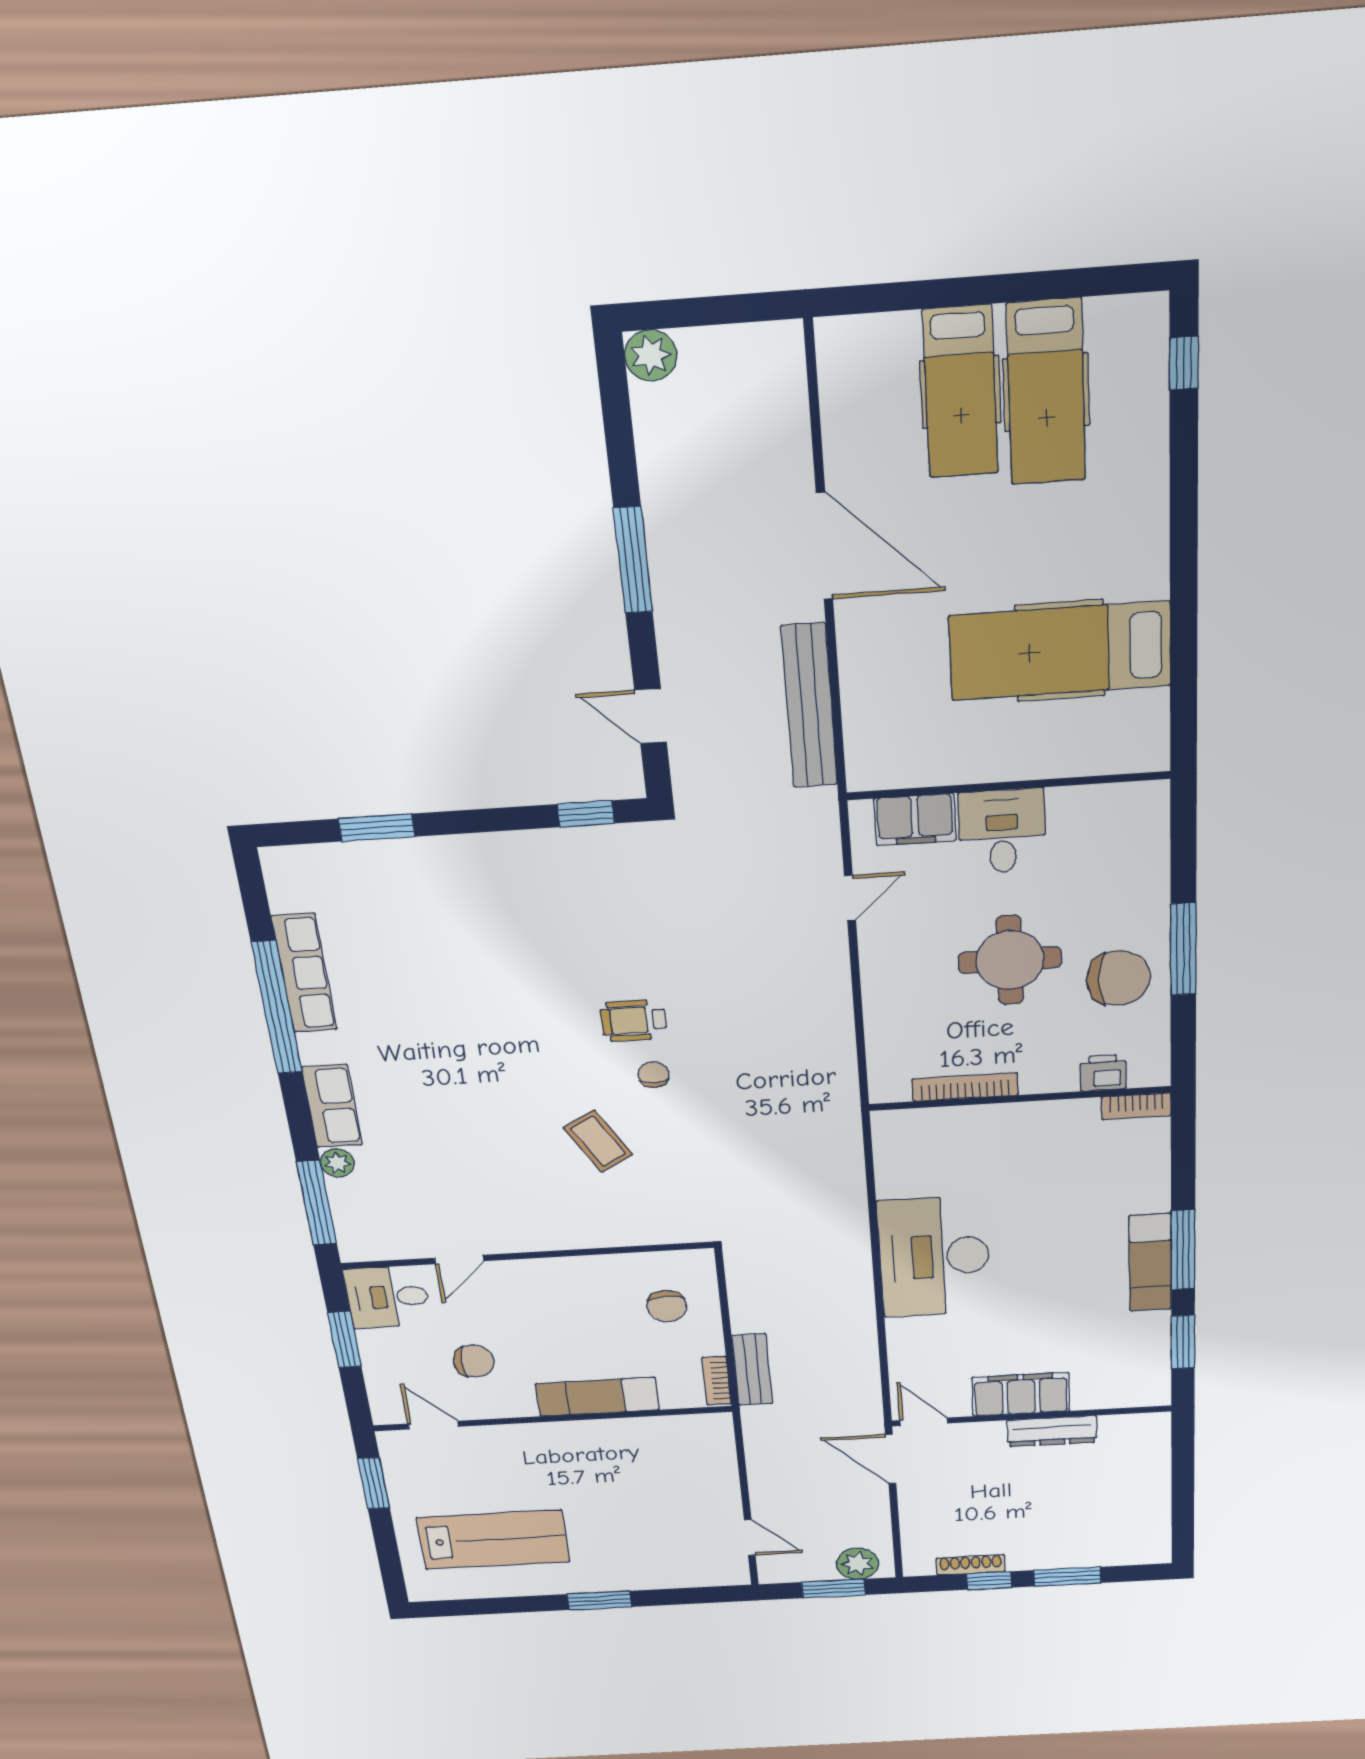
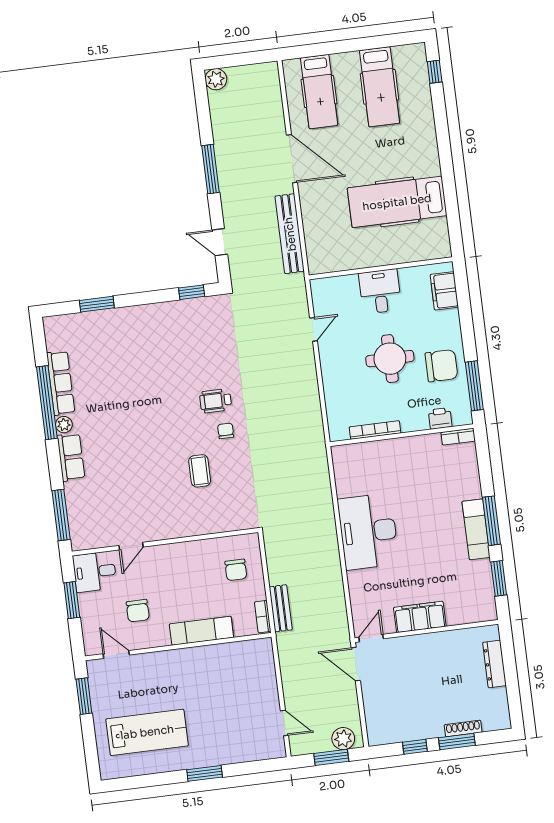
hospital bed: (960, 392) -> (319, 92), moved
filing cabinet: (915, 820) -> (444, 291), moved, turned 90
window: (1183, 949) -> (474, 386), moved
coffee table: (598, 1141) -> (200, 471), turned 30
plant: (337, 1163) -> (64, 425), moved
chair: (474, 1361) -> (138, 611), turned 90
door: (924, 1422) -> (371, 638), hinge flipped
dresser: (1052, 1431) -> (494, 664), moved, turned 90
shoe rack: (971, 1565) -> (463, 729), moved

